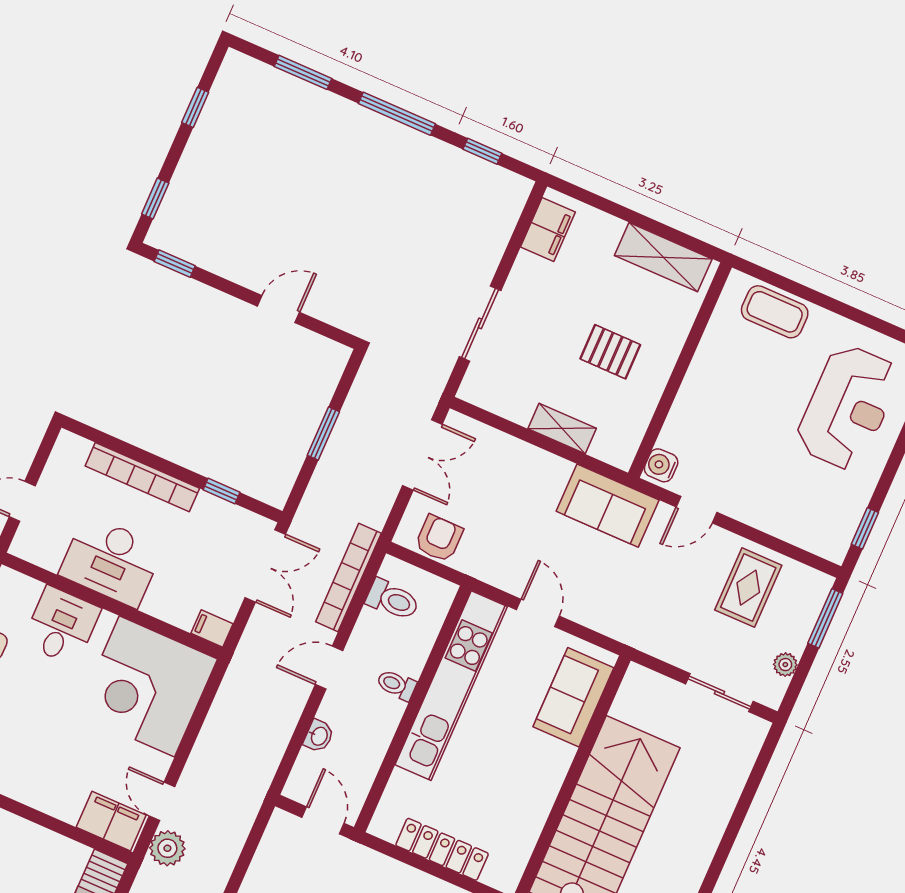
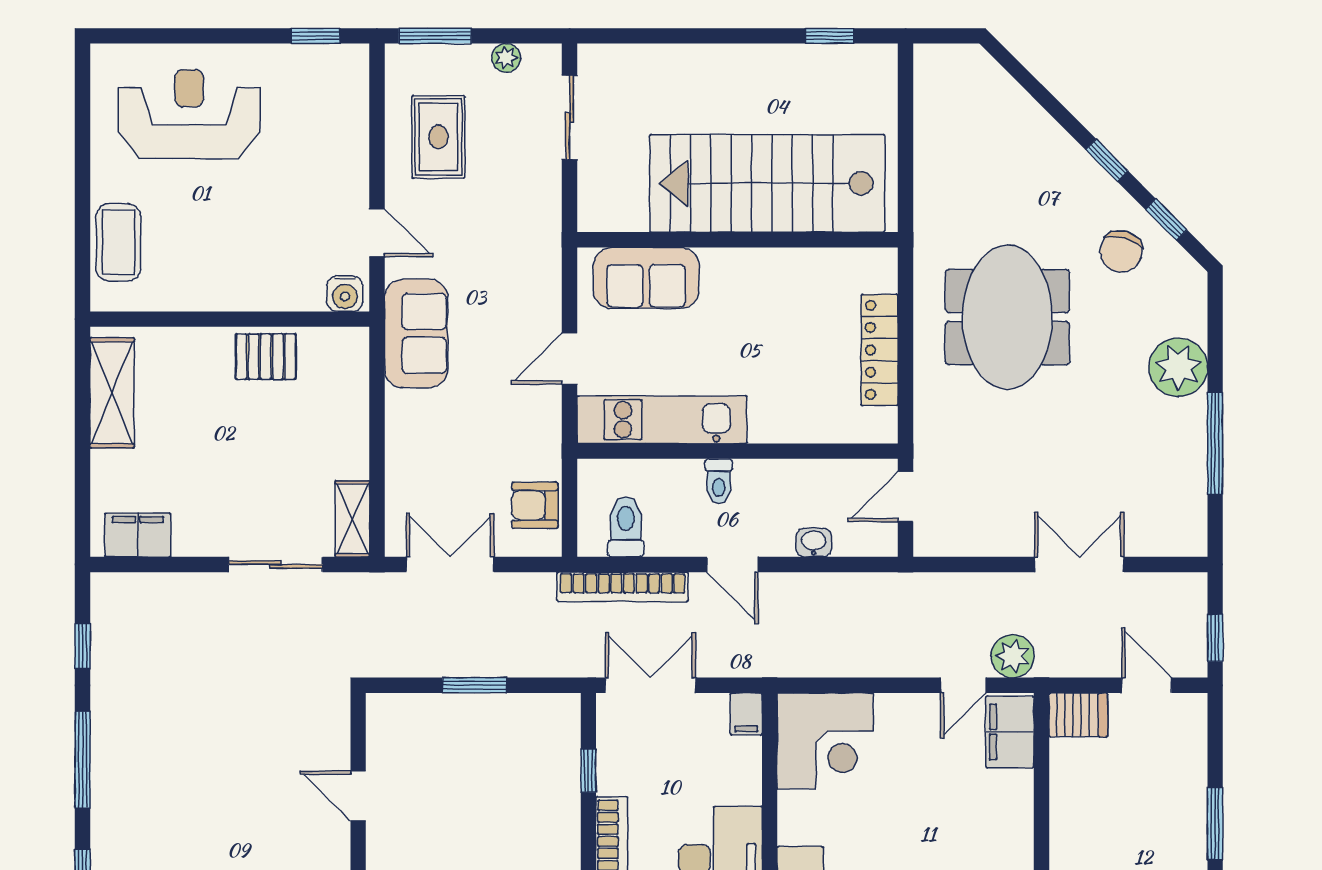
pallet: (610, 352) -> (266, 357), moved, turned 90
shelving: (562, 429) -> (352, 519), moved
rug: (748, 588) -> (438, 137), turned 90
corner desk: (147, 686) -> (825, 741), width x0.74, depth x0.74
kitchen unit: (451, 686) -> (662, 420), width x0.73

